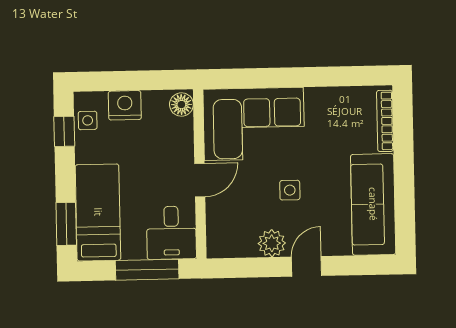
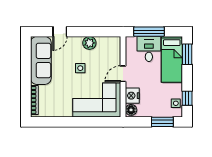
window: (115, 81) -> (162, 122), added
nightstand: (125, 105) -> (132, 96), moved, turned 90
desk: (171, 233) -> (149, 49), moved
door: (306, 266) -> (60, 32), moved

